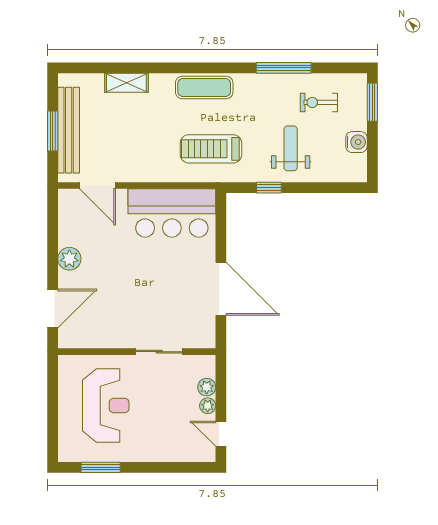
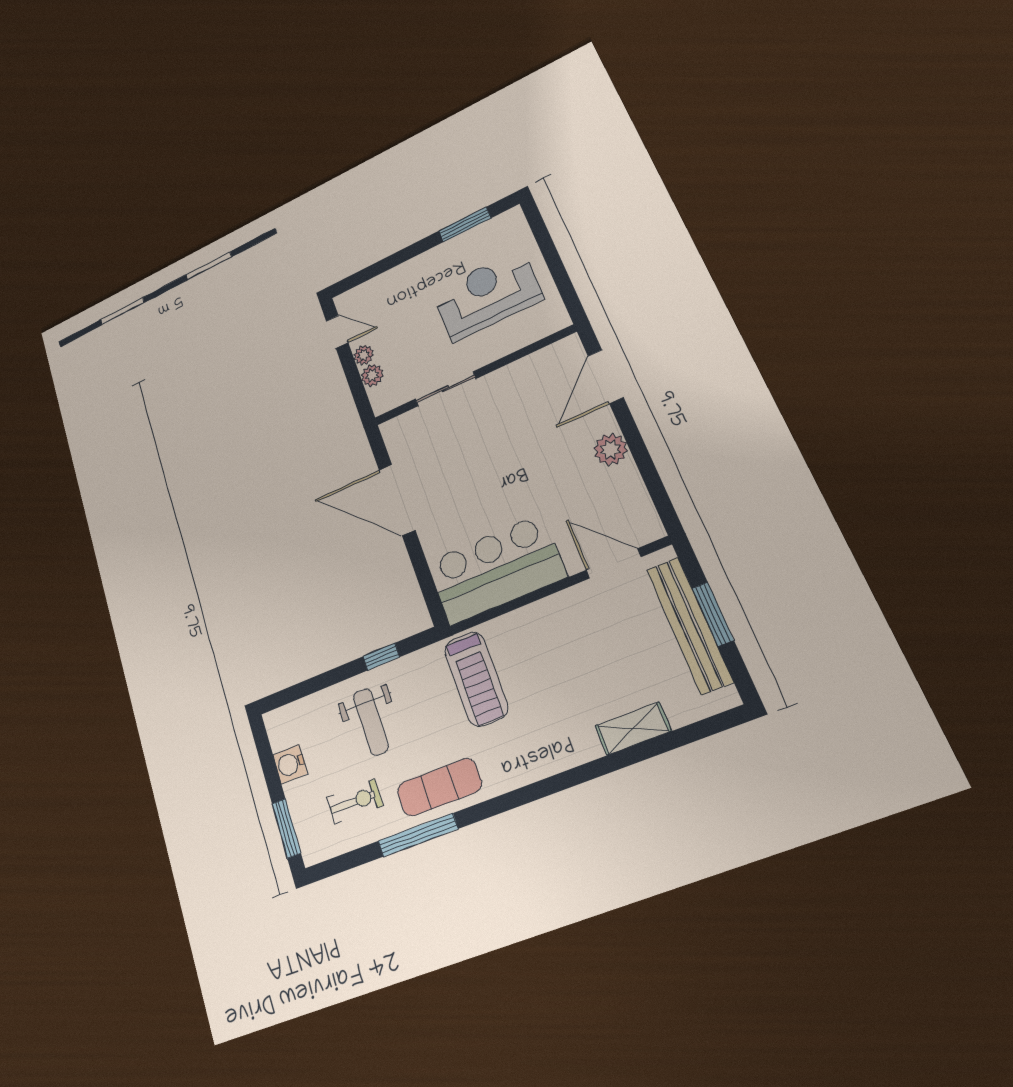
exercise mat: (204, 87) -> (439, 787), moved
treadmill: (211, 149) -> (476, 679), turned 90
reception desk: (106, 405) -> (487, 295), turned 90

